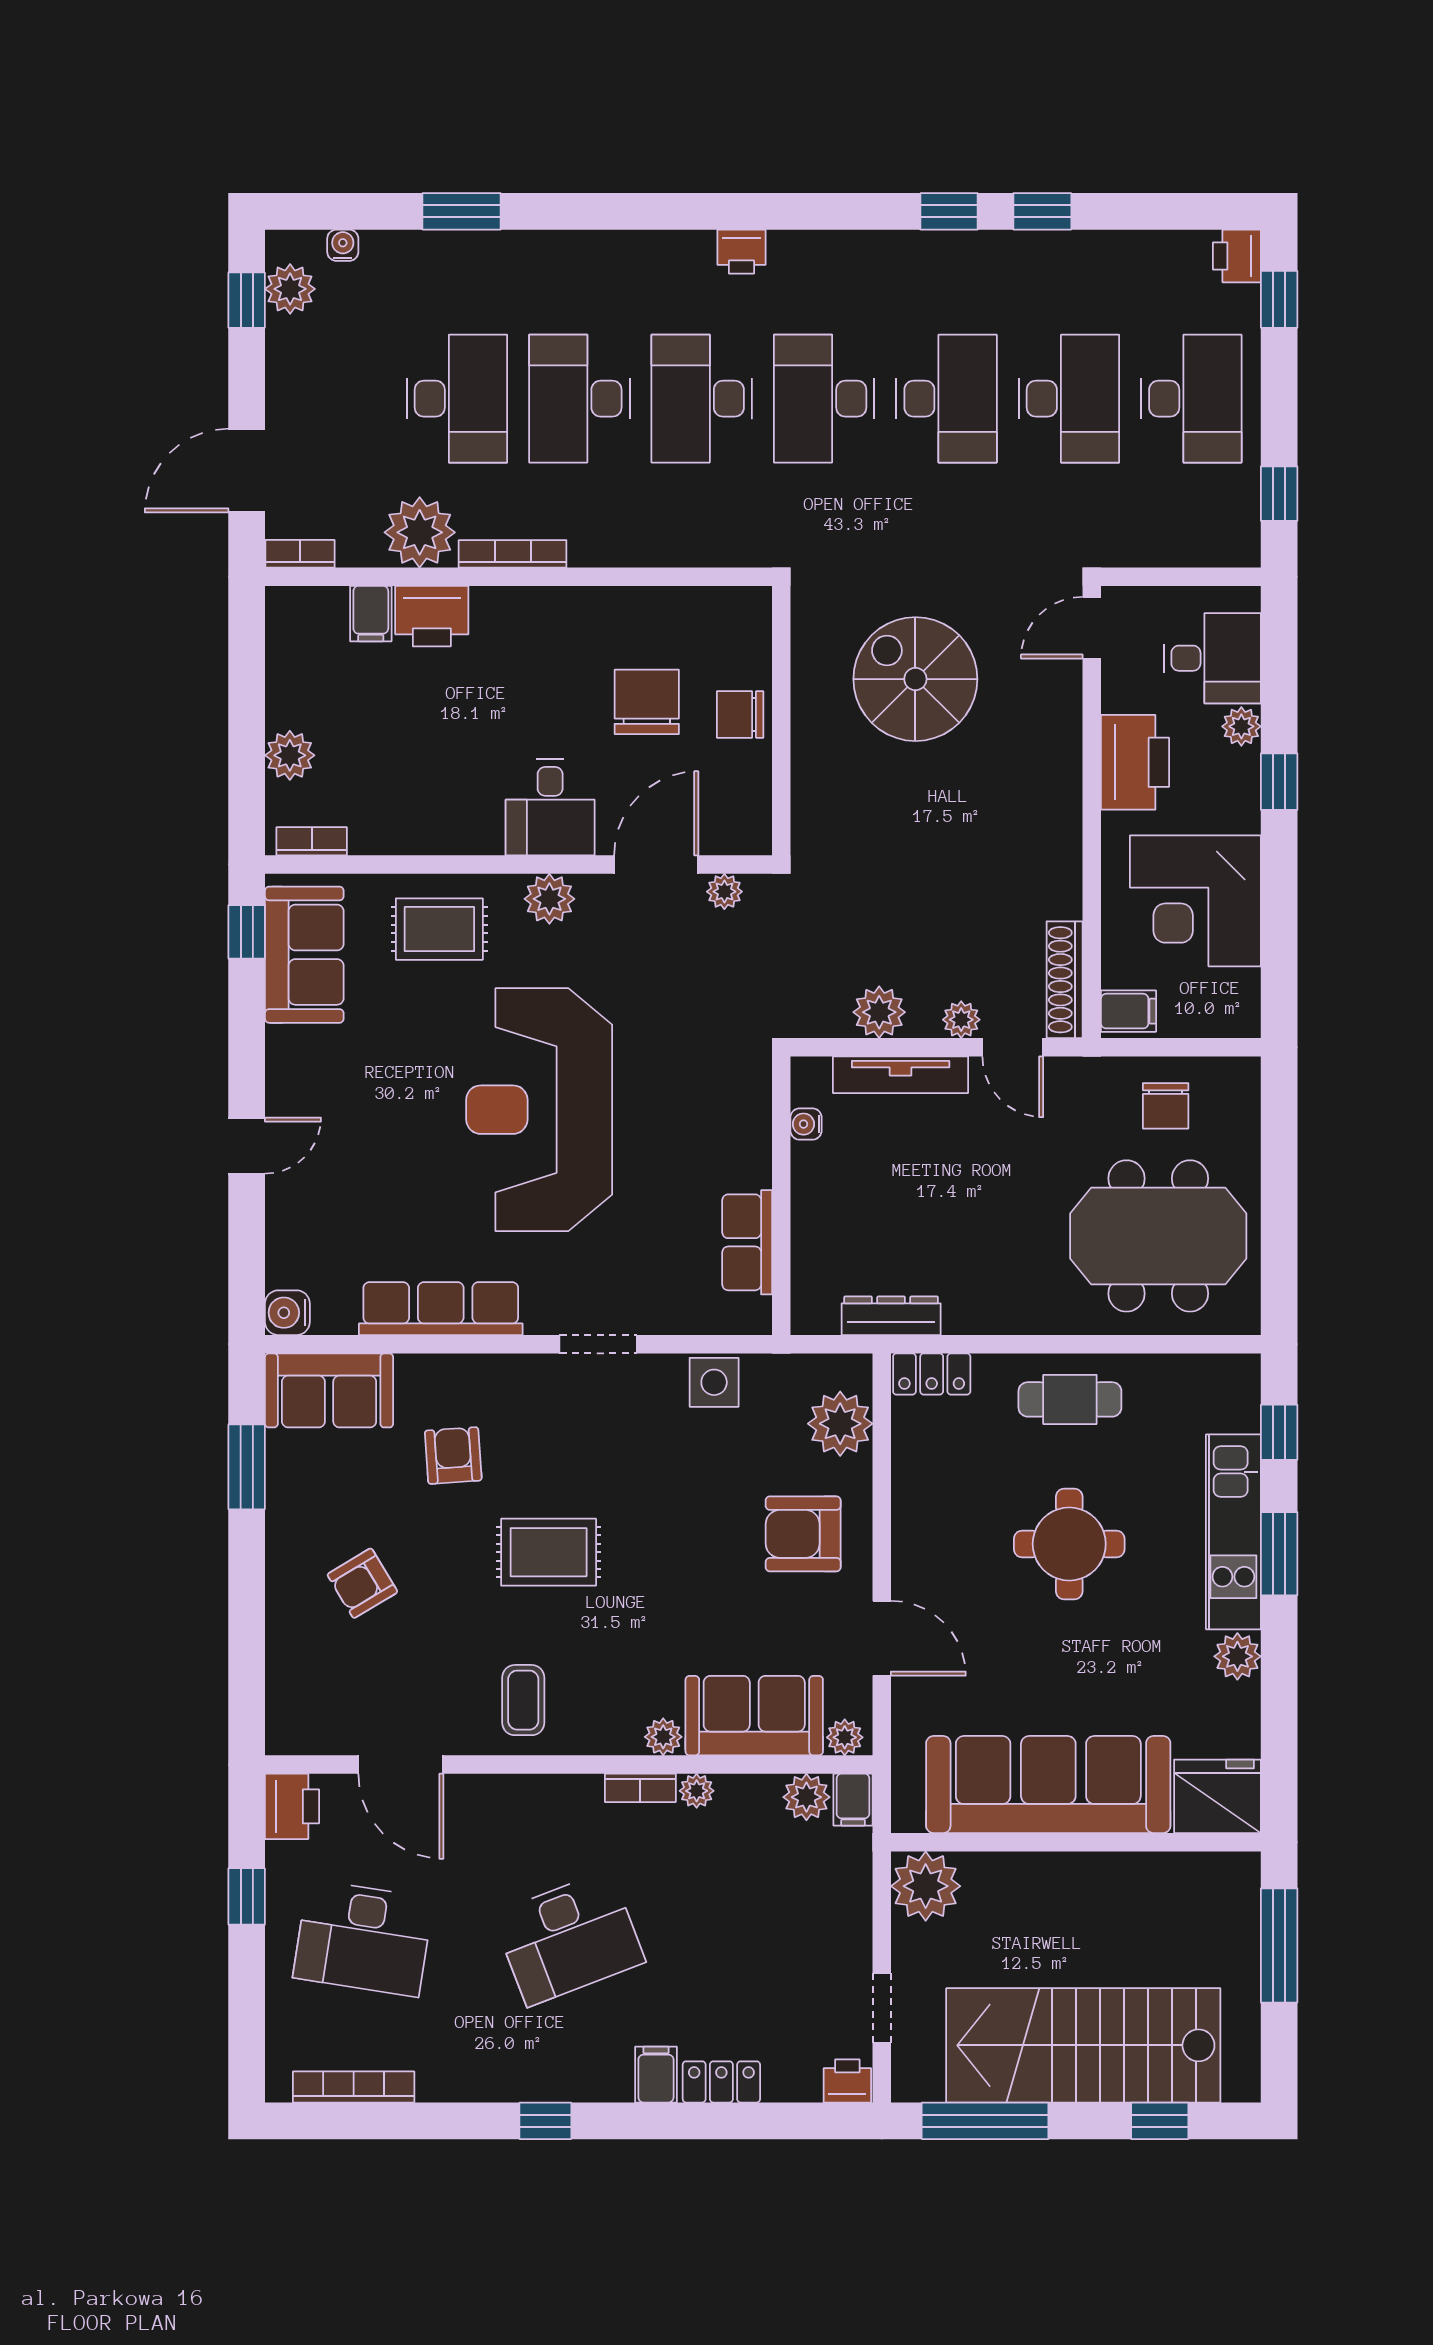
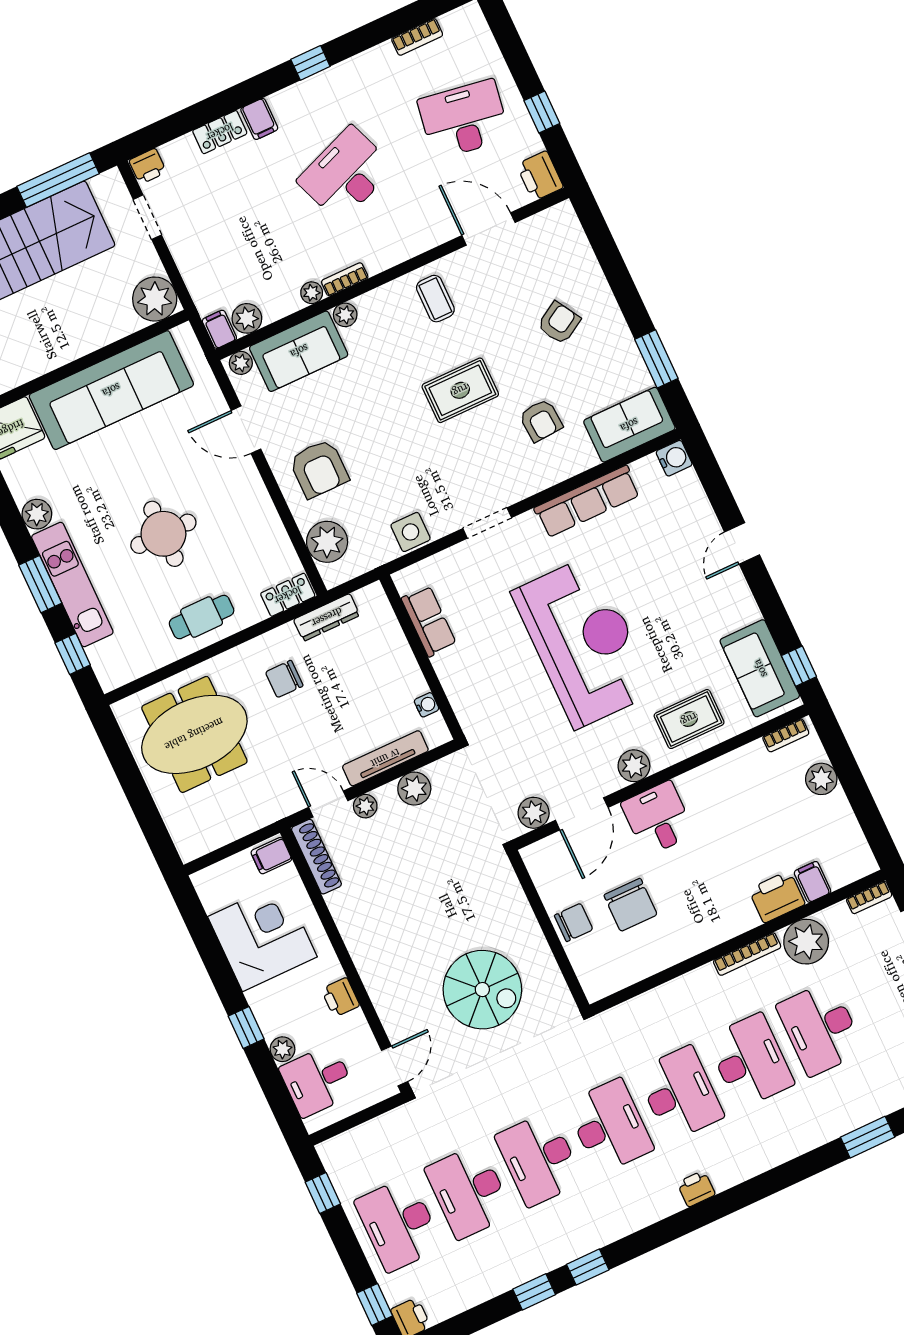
printer: (1135, 762) -> (340, 997), width x0.53, depth x0.68
plant: (724, 892) -> (534, 813), width x1.38, depth x1.38
chair: (1166, 1106) -> (284, 679), moved, turned -90
armchair: (803, 1534) -> (319, 469), turned 90
bookcase: (354, 2087) -> (417, 37), width x0.64

